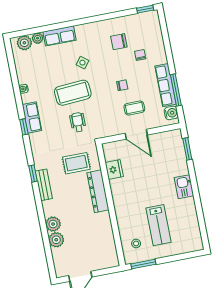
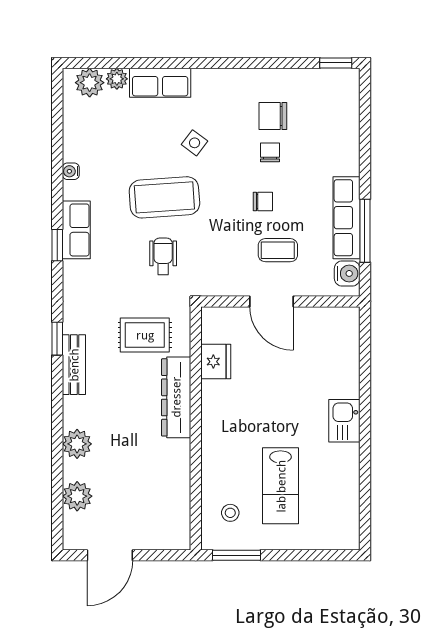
chair: (140, 55) -> (270, 152), moved
window: (187, 149) -> (365, 349), removed
plant: (56, 240) -> (77, 496), moved

